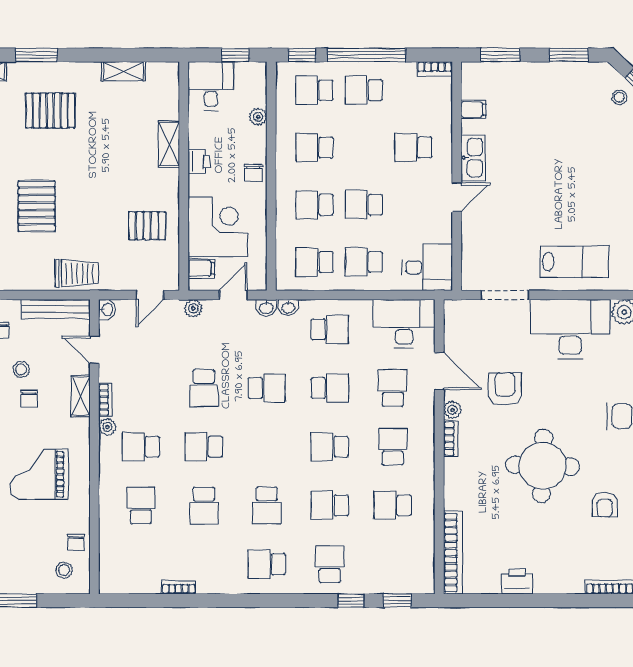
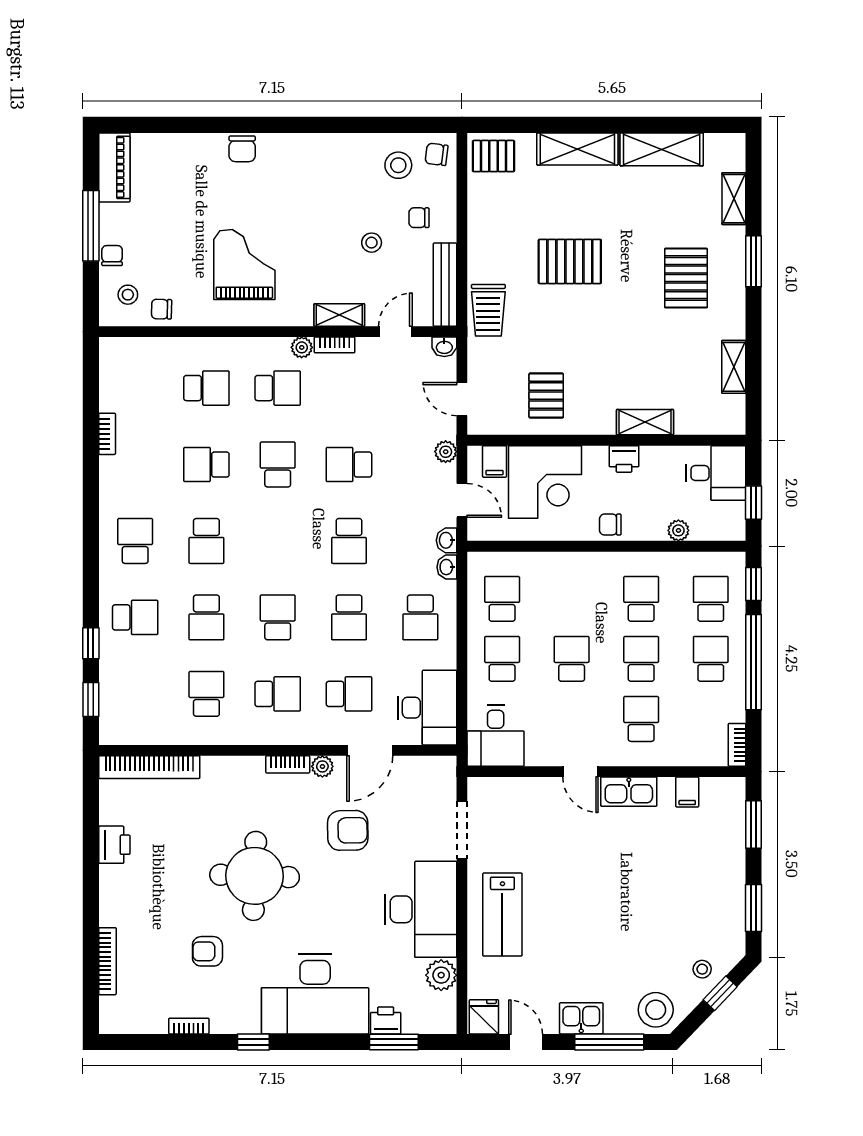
school desk: (314, 205) -> (641, 659), moved
chair: (29, 399) -> (112, 256), moved, turned 90
school desk: (141, 447) -> (278, 388), turned 90
school desk: (267, 505) -> (206, 541), turned -90
school desk: (330, 505) -> (206, 617), turned 180

